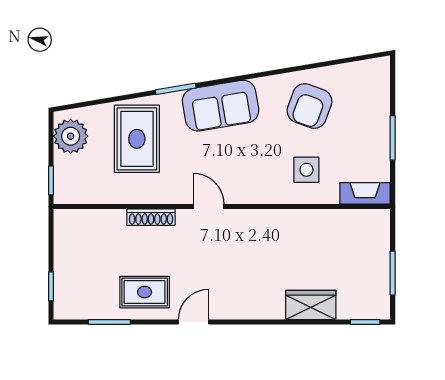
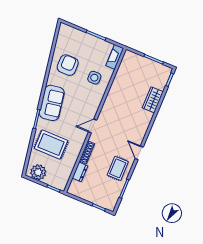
armchair: (309, 106) -> (68, 65), turned -110
dresser: (106, 220) -> (80, 172), added

